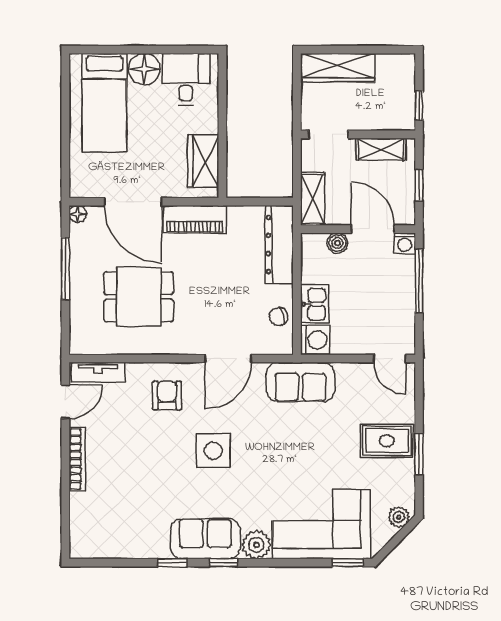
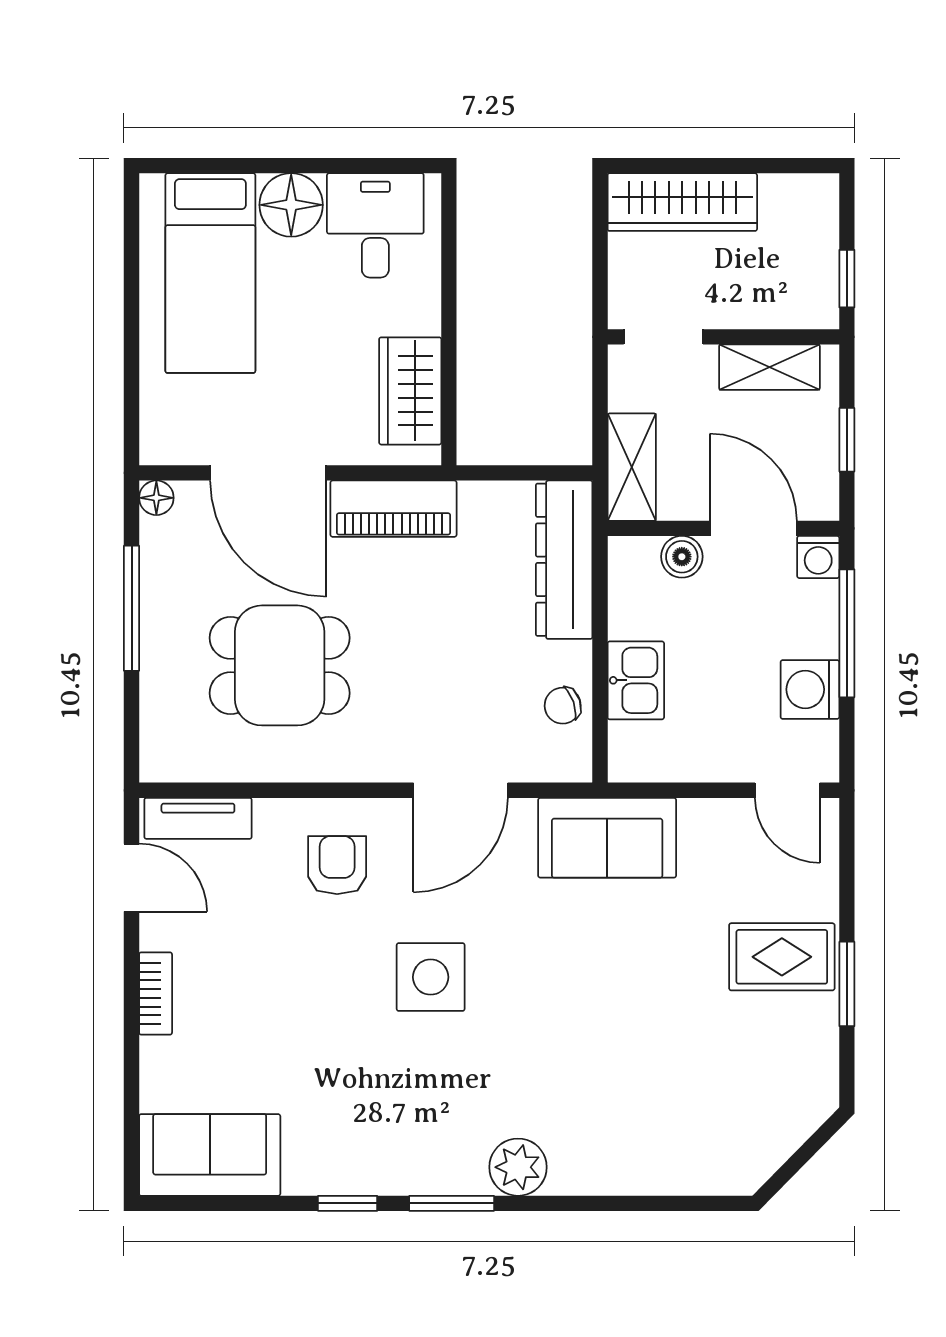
washing machine: (315, 340) -> (810, 689), moved, turned 180
door: (65, 402) -> (132, 878), hinge flipped
bookcase: (77, 459) -> (156, 994), width x0.64
plant: (399, 517) -> (806, 1111), removed
corner sofa: (321, 524) -> (649, 1125), removed
sofa: (205, 539) -> (210, 1155), moved
window: (224, 563) -> (452, 1203), width x1.50
window: (348, 563) -> (703, 1203), removed

